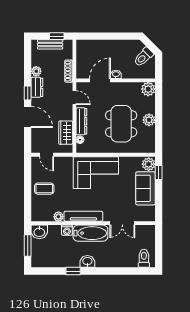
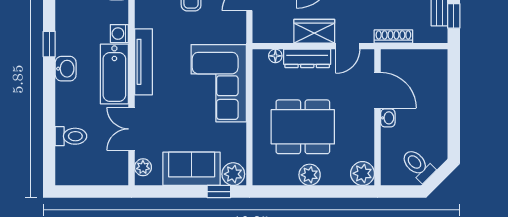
wardrobe: (66, 133) -> (314, 31), moved
plant: (58, 217) -> (143, 167), moved
toilet: (144, 258) -> (71, 136), moved

